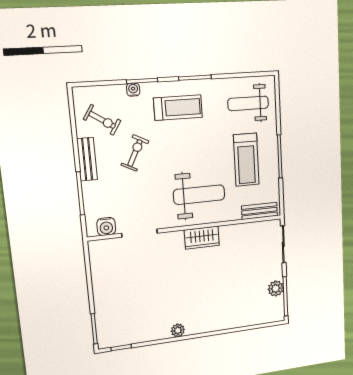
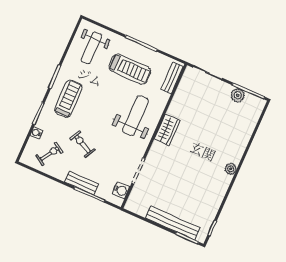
water cooler: (133, 90) -> (36, 133), moved
bench: (87, 159) -> (82, 183), moved
bench: (102, 304) -> (173, 223), added
plant: (178, 330) -> (231, 169), moved

